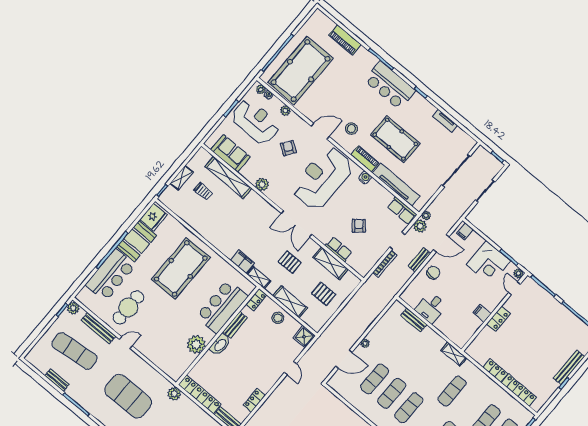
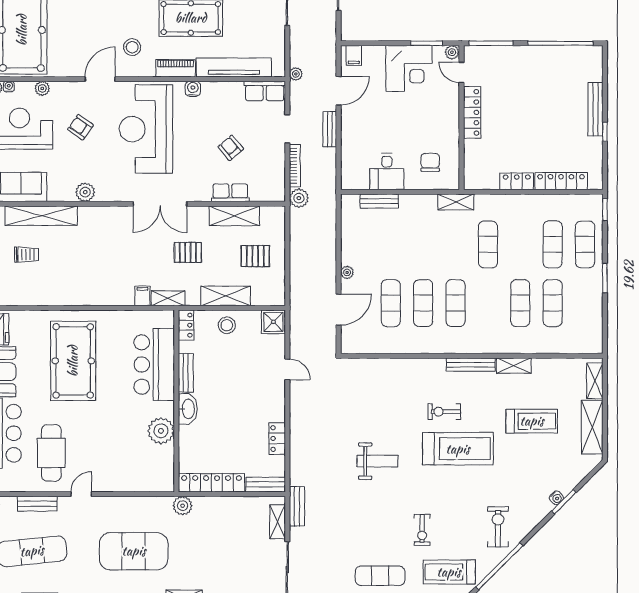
plant: (420, 226) -> (299, 198), moved
filing cabinet: (242, 262) -> (142, 296), width x0.50
chair: (433, 273) -> (430, 162), moved
filing cabinet: (482, 313) -> (449, 130), removed
locker: (498, 319) -> (472, 112), width x1.53
bench: (98, 328) -> (37, 504), width x0.73

